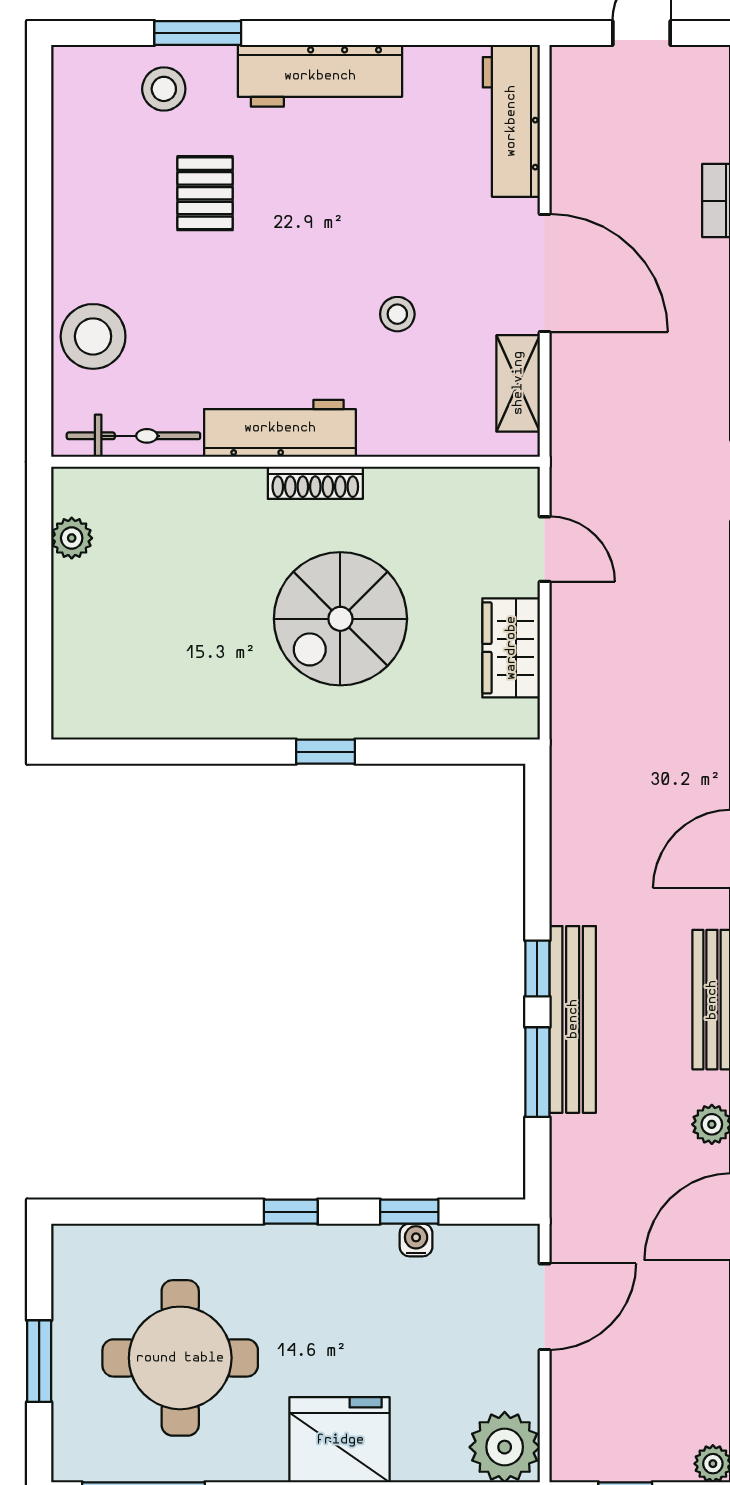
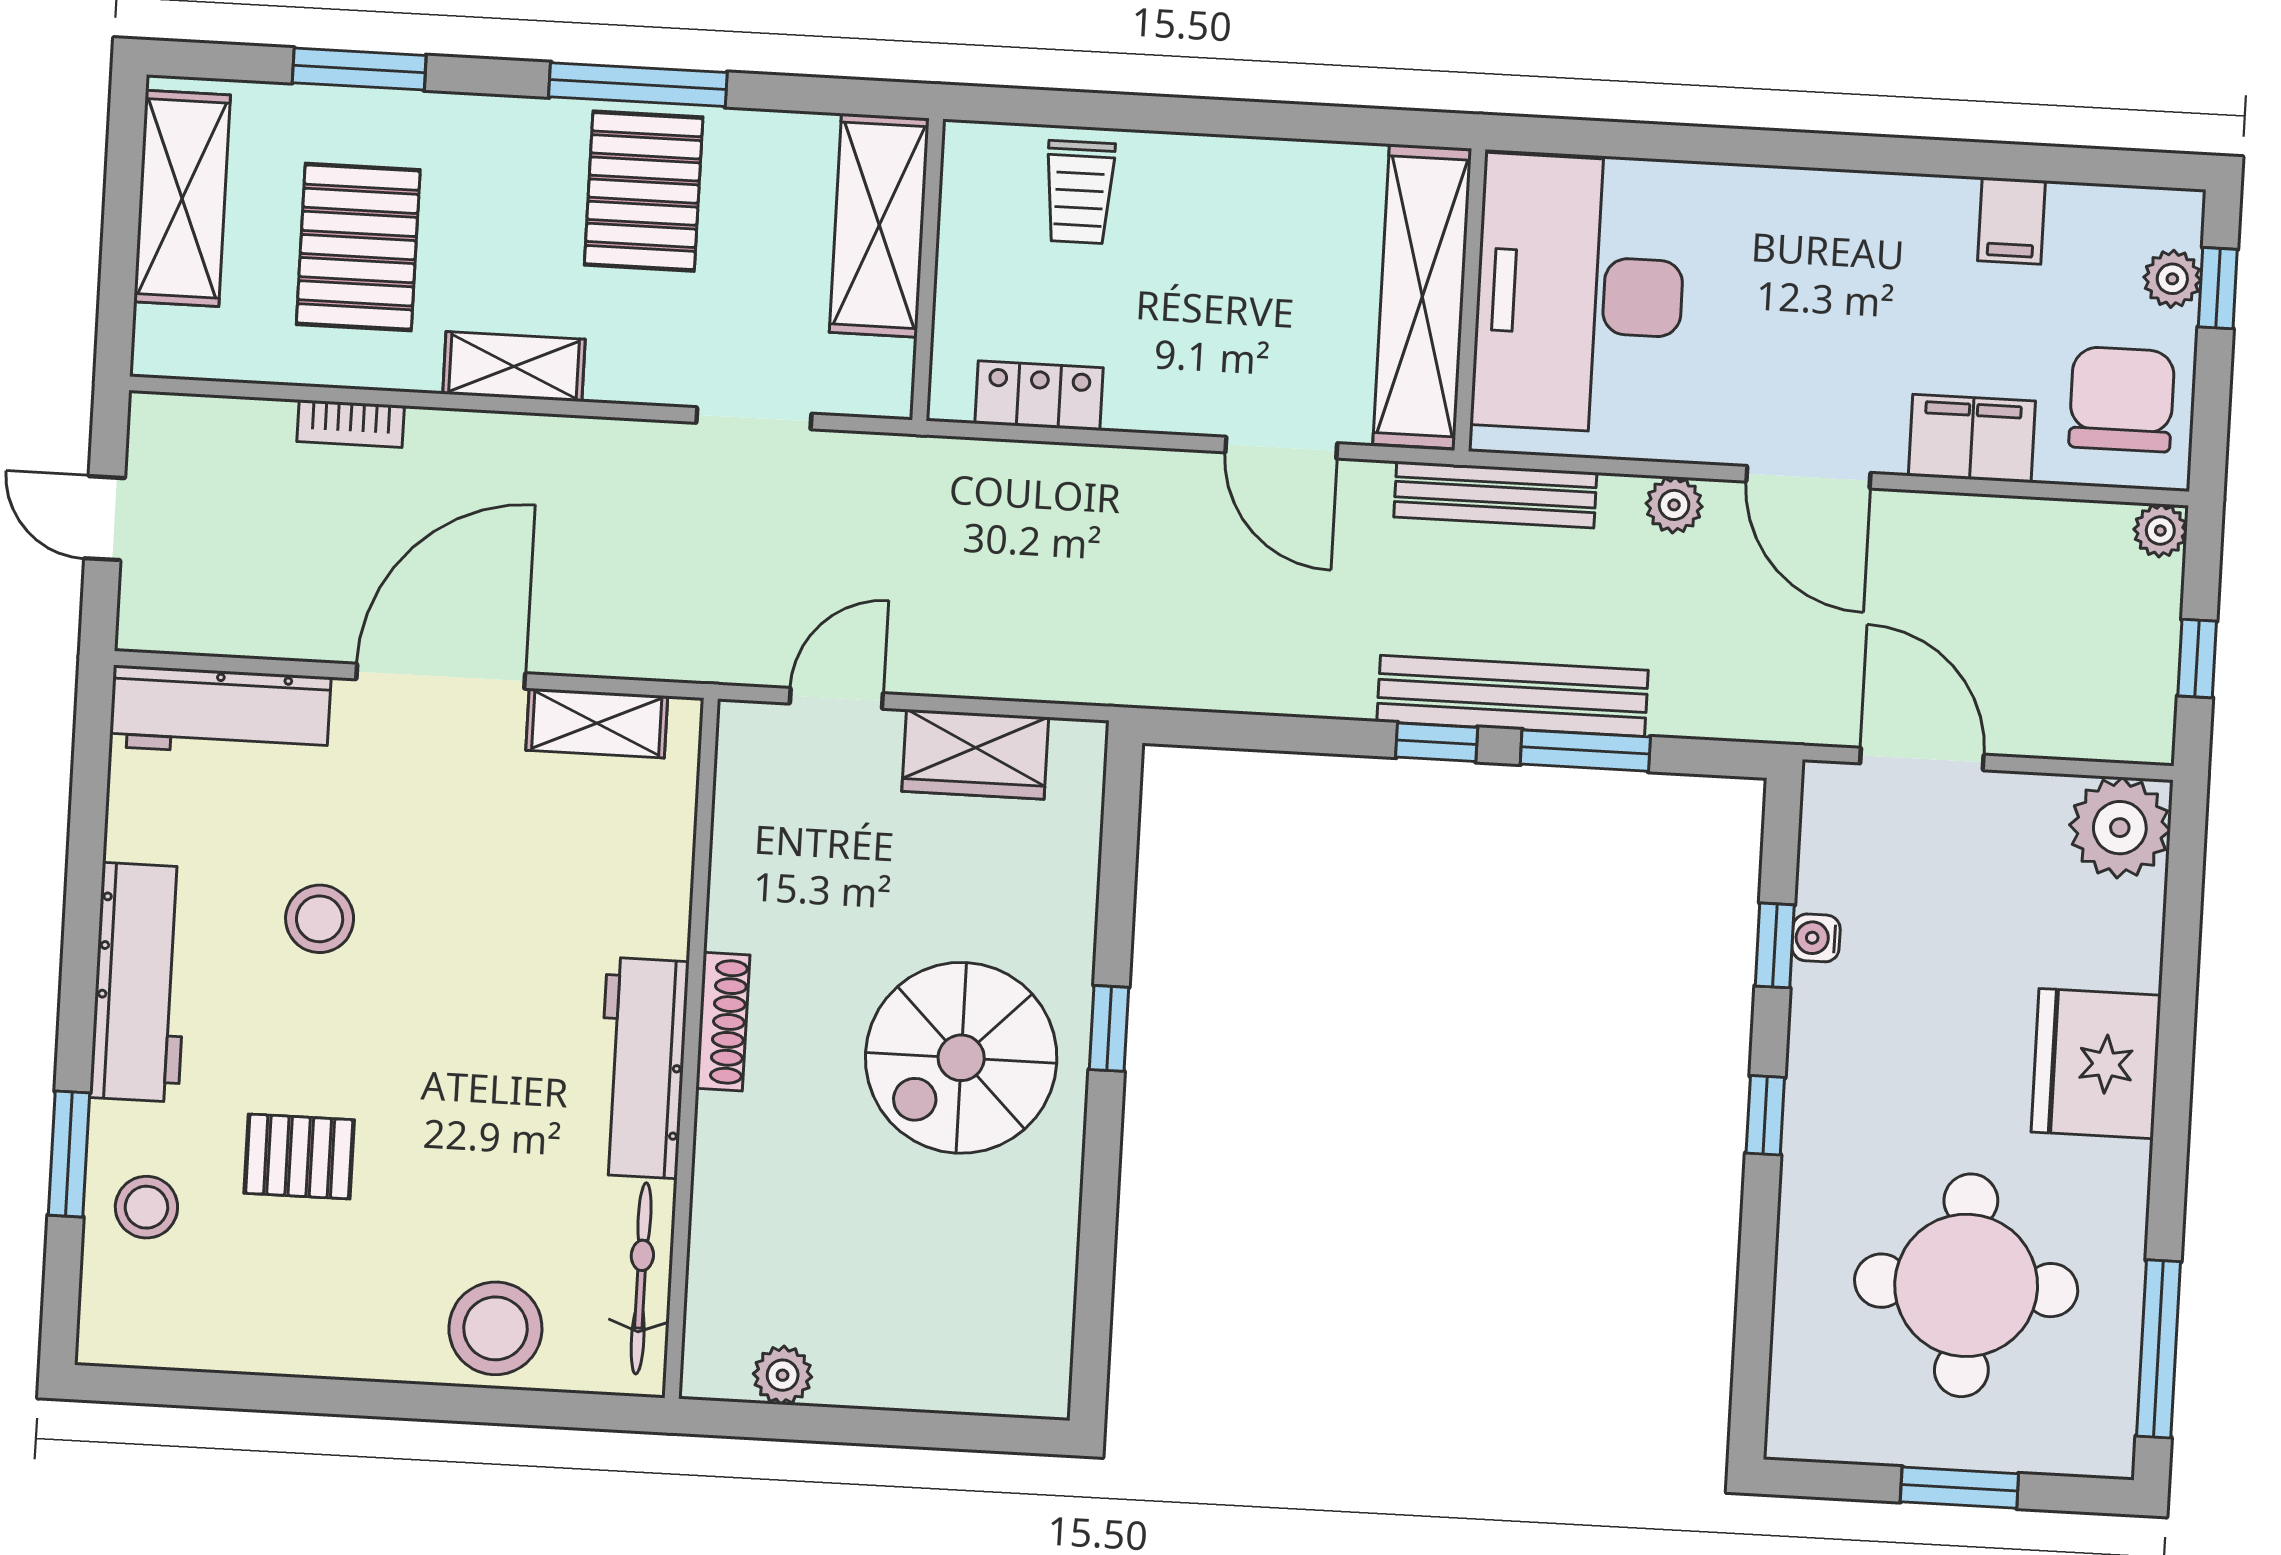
stool: (397, 314) -> (320, 919), moved, width x1.37, depth x1.37
spiral stairs: (340, 619) -> (961, 1058), moved, turned 90

